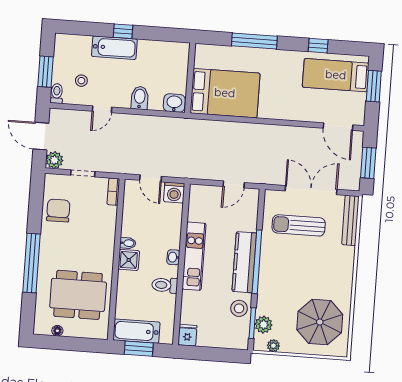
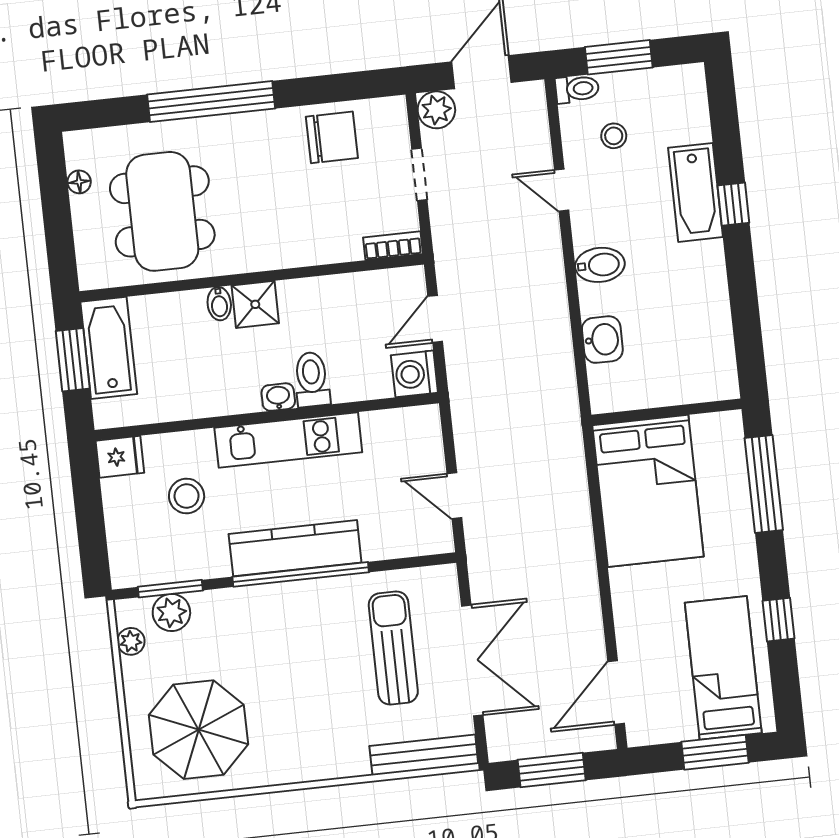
wall: (190, 78) -> (666, 412), moved
bed: (225, 93) -> (648, 491), moved
bidet: (128, 243) -> (219, 304), moved
toilet: (165, 285) -> (312, 379), moved
stool: (239, 308) -> (187, 496), moved

